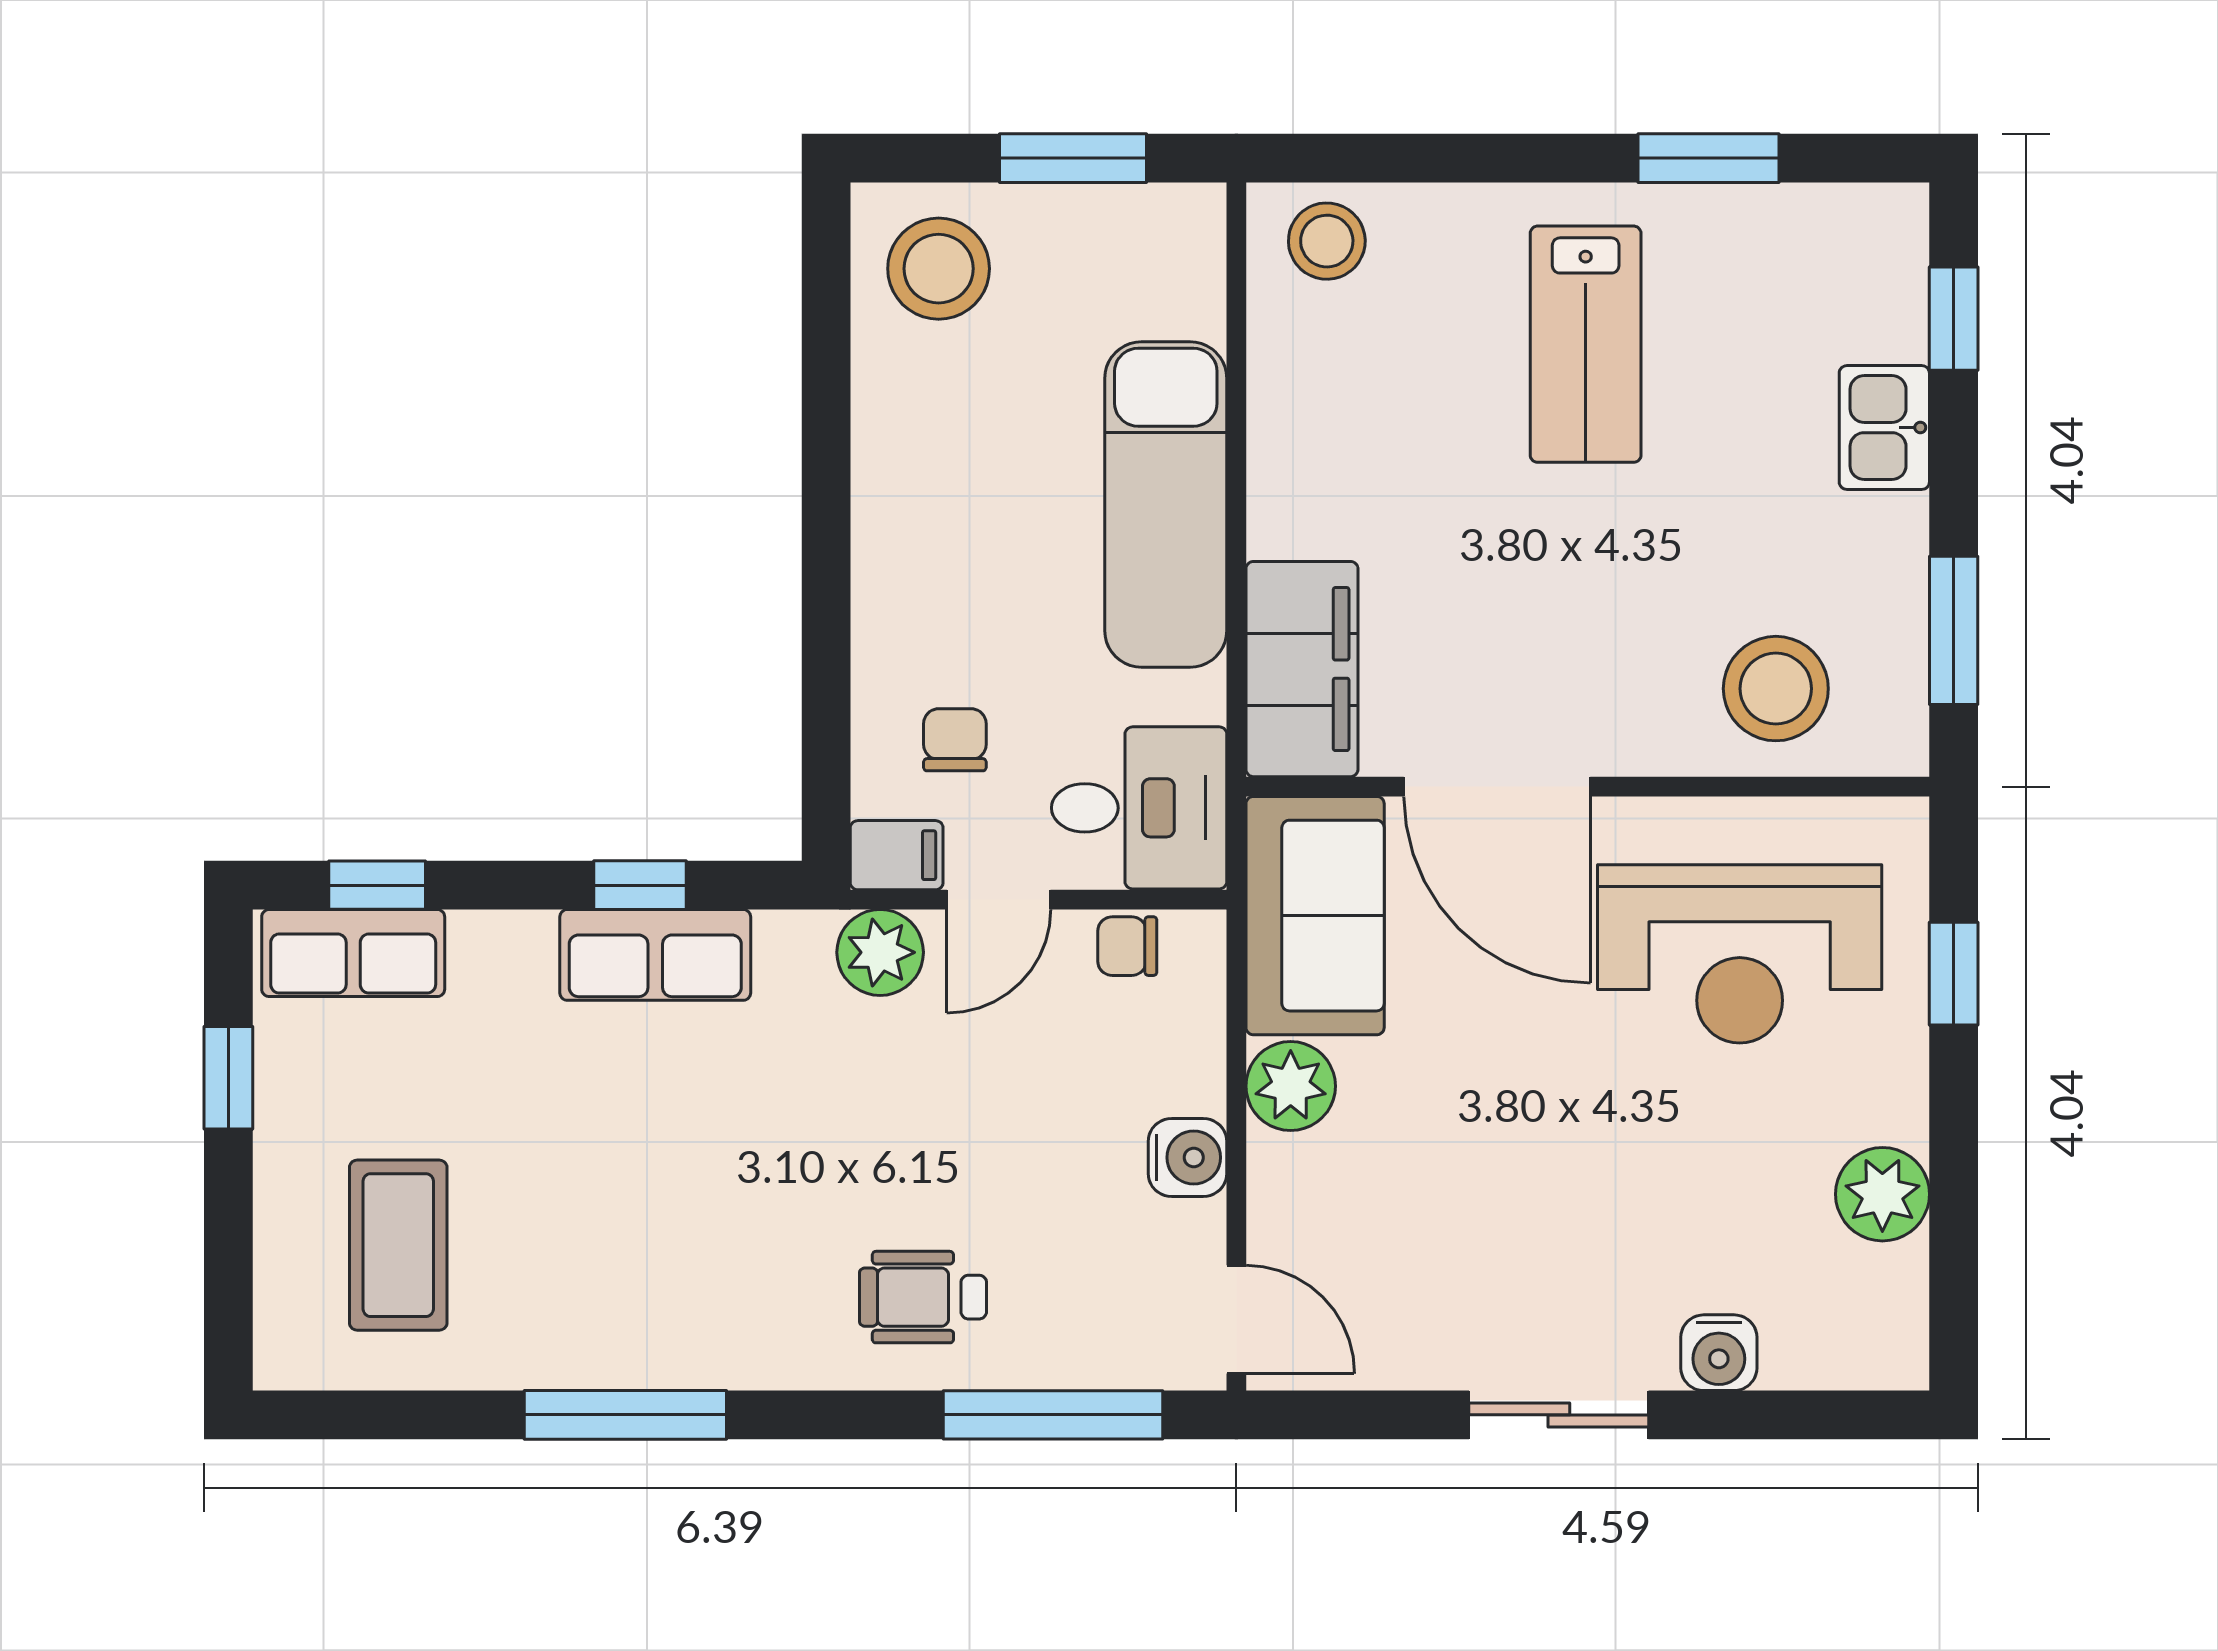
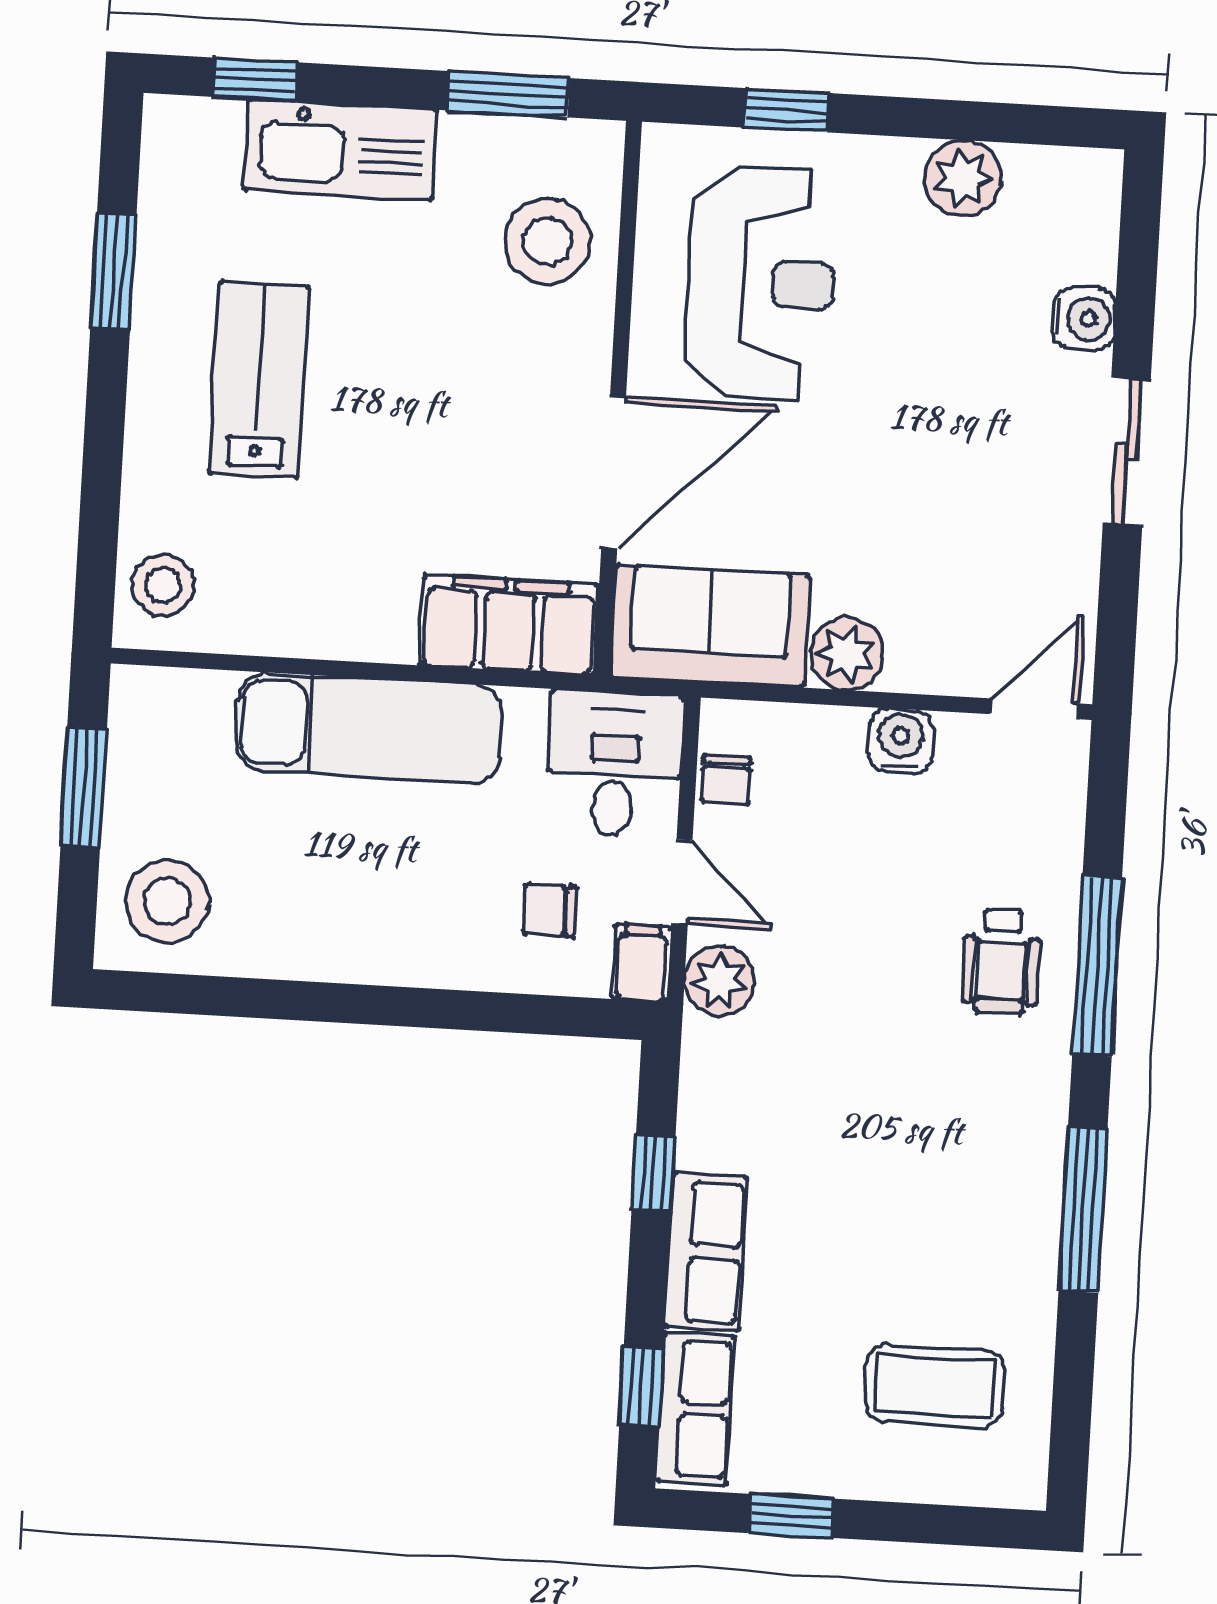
lab bench: (1586, 344) -> (259, 380), turned -90
kitchen sink: (1884, 428) -> (340, 150), width x1.87, depth x1.24
row of seats: (655, 955) -> (706, 1252), moved
window: (1053, 1415) -> (1097, 966), moved

